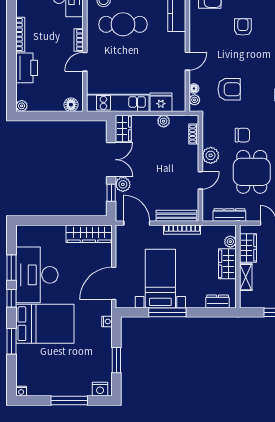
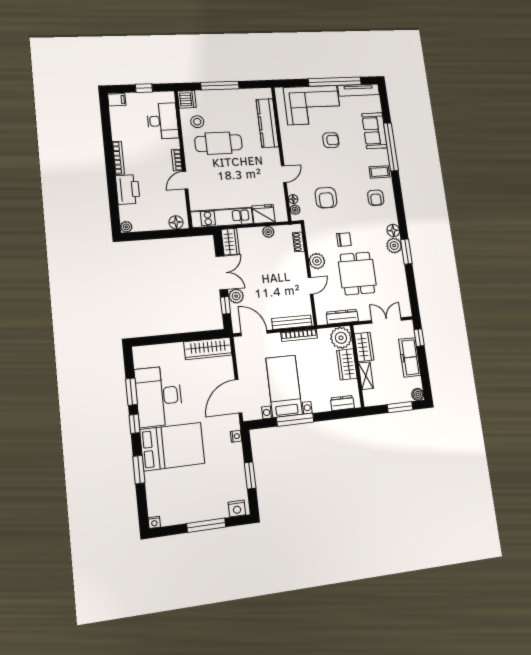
armchair: (243, 27) -> (331, 140), turned 90
armchair: (229, 89) -> (326, 198), turned 90
plant: (230, 242) -> (341, 338), width x1.88, depth x1.88

